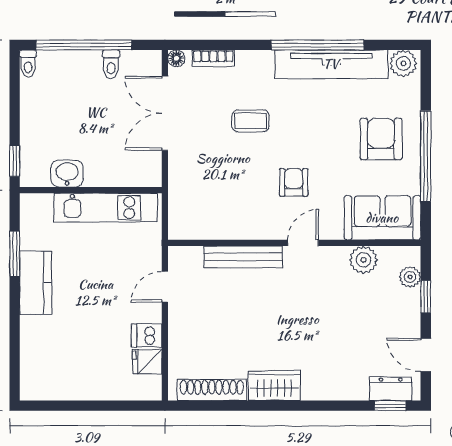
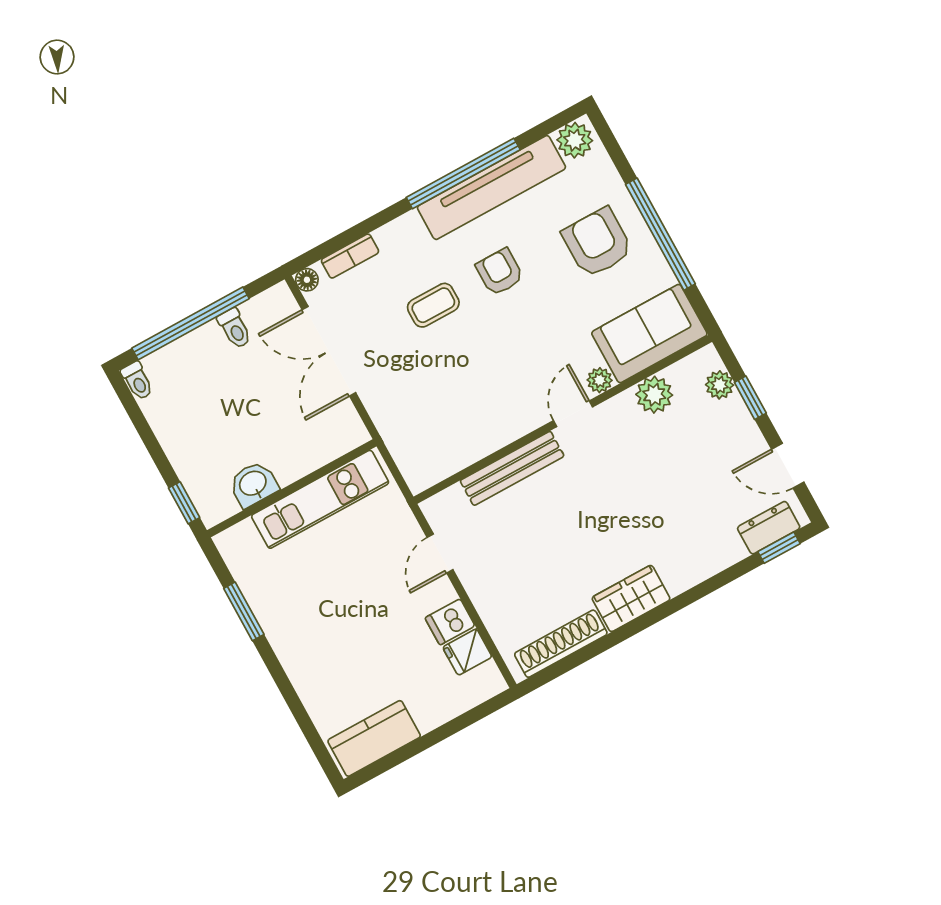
armchair: (294, 182) -> (500, 272), moved
plant: (333, 230) -> (600, 380), added
kitchen counter: (36, 283) -> (374, 738), moved, turned -90

